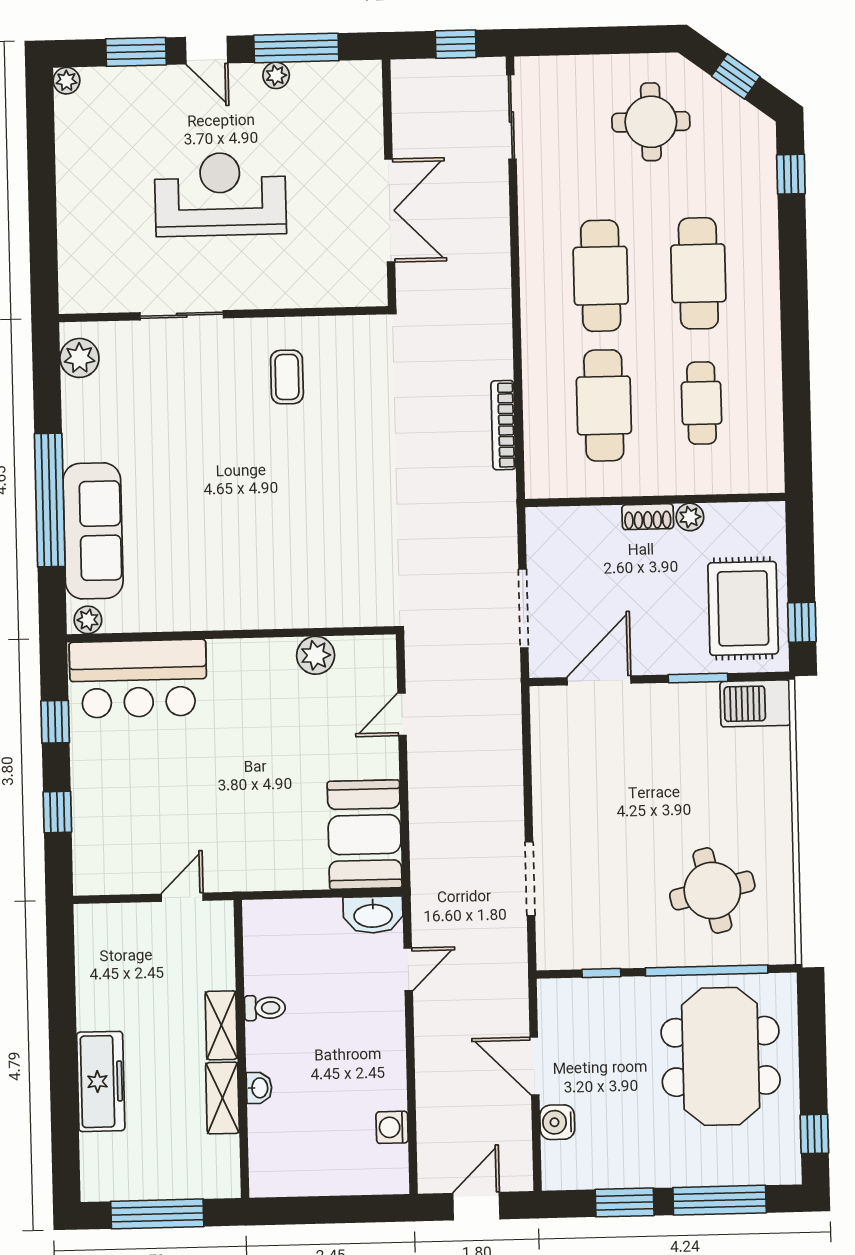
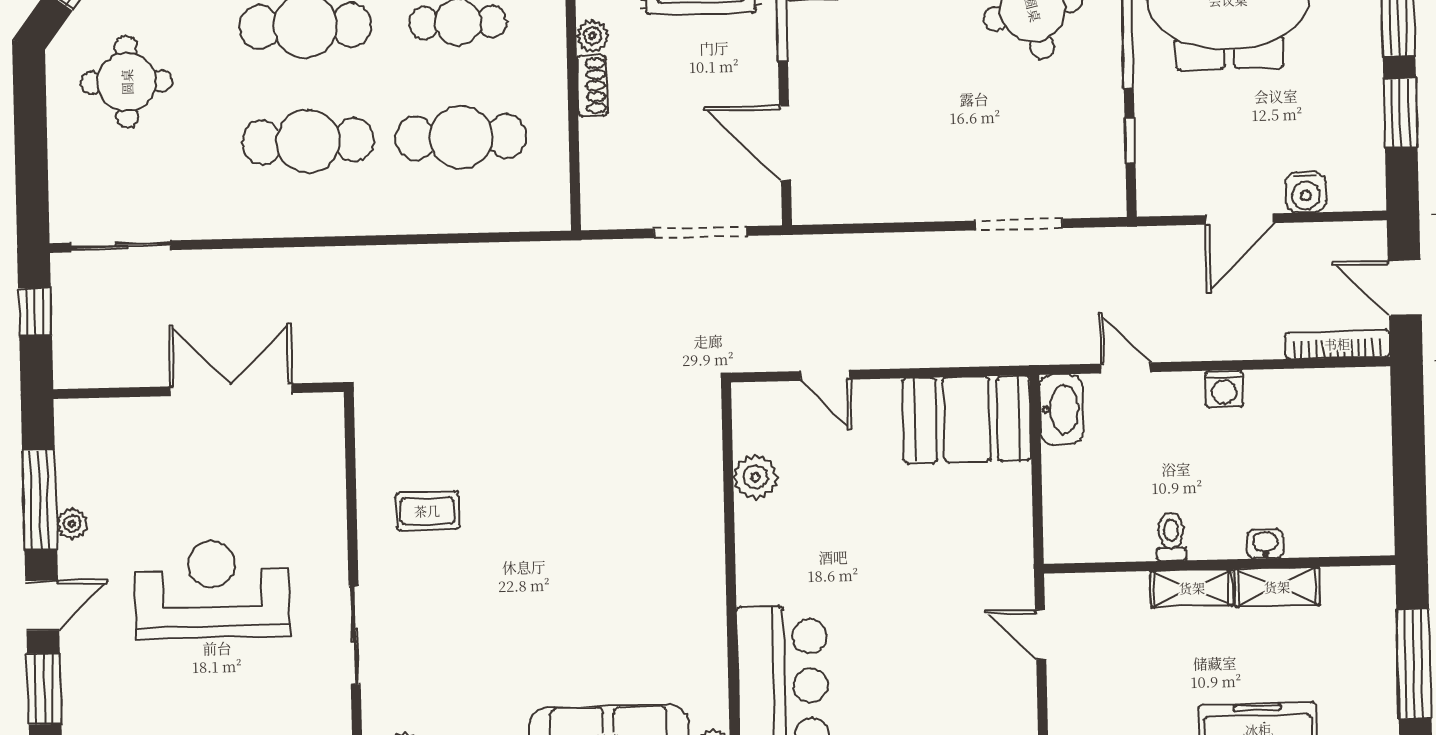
reception desk: (220, 194) -> (212, 589), turned 90
bookcase: (503, 425) -> (1337, 344), moved, turned 180
washing machine: (392, 1127) -> (1224, 389), moved

